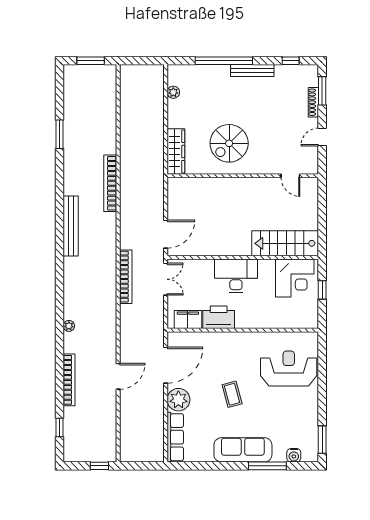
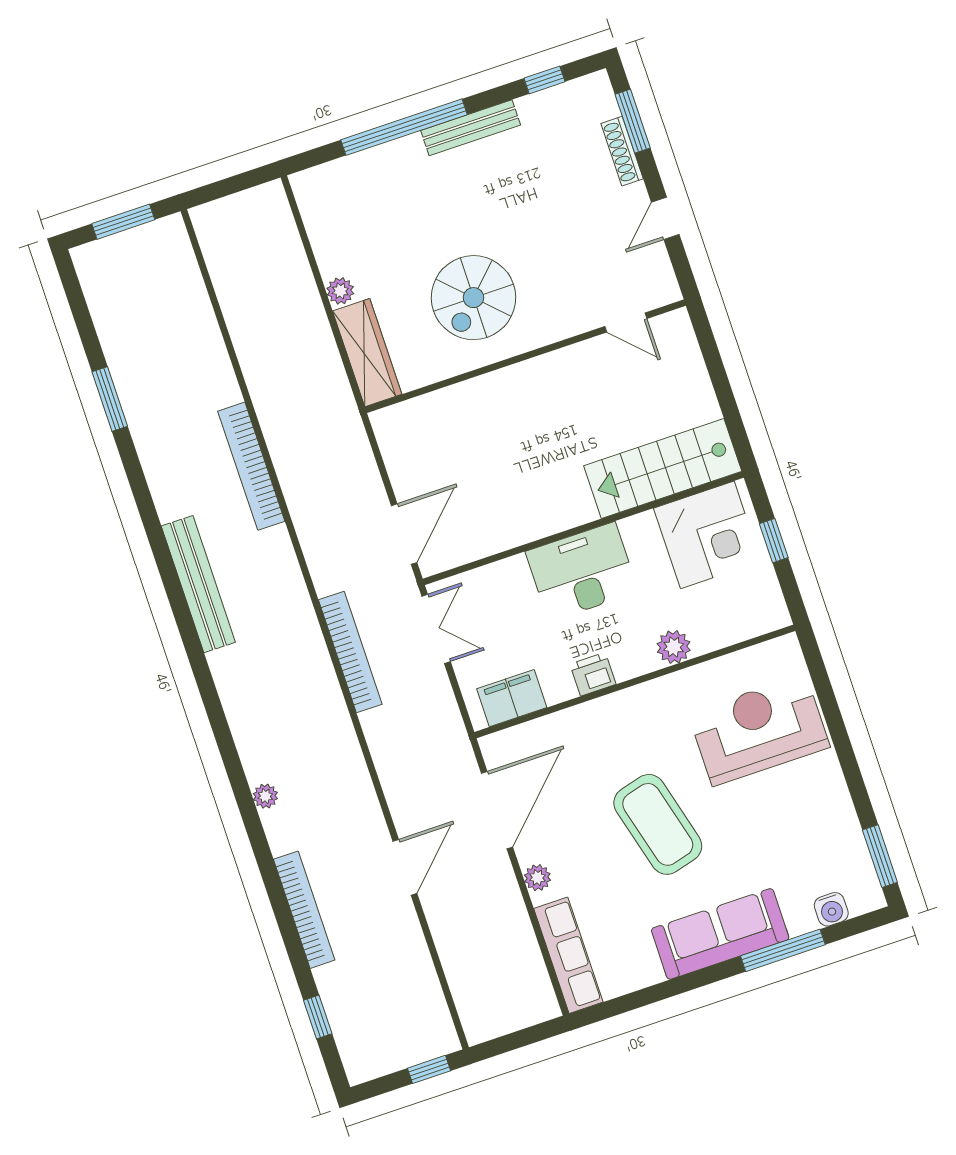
plant: (173, 92) -> (340, 291), moved
printer: (219, 317) -> (593, 674), width x0.53, depth x0.68
plant: (264, 321) -> (674, 647), added
coffee table: (232, 394) -> (658, 824), width x1.86, depth x1.72
plant: (178, 400) -> (537, 878), width x0.53, depth x0.53

